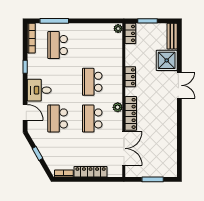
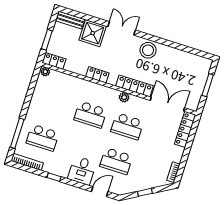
stool: (167, 115) -> (148, 50), added
locker: (91, 172) -> (185, 129), moved

